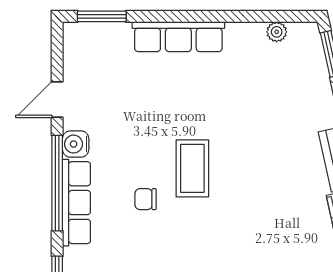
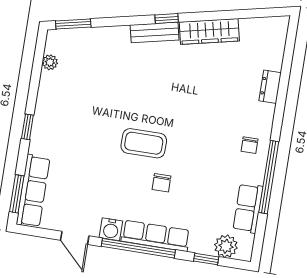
window: (189, 16) -> (27, 127), added
row of seats: (178, 37) -> (33, 191), moved

